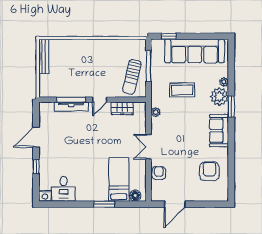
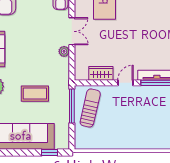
window: (149, 66) -> (72, 106), moved
plant: (156, 112) -> (64, 51), moved

